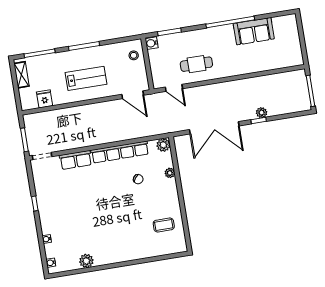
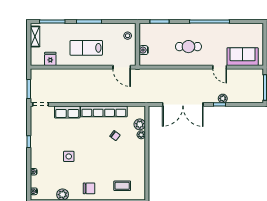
sofa: (254, 31) -> (243, 57), moved, turned 180
water cooler: (152, 43) -> (144, 50), moved
cafe table: (196, 64) -> (188, 47), moved
lab bench: (86, 78) -> (86, 48), turned 180
door: (174, 88) -> (220, 67), moved
plant: (163, 145) -> (140, 124), moved
side table: (86, 213) -> (69, 156), added
coffee table: (164, 225) -> (122, 186), moved
chair: (117, 248) -> (89, 188), added

